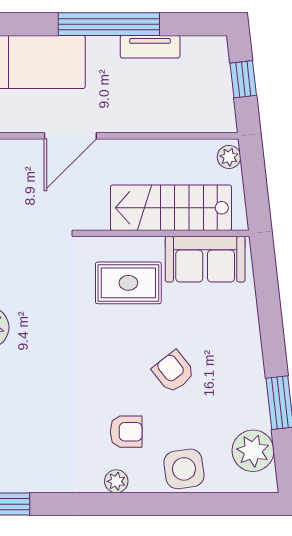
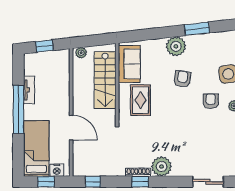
armchair: (173, 372) -> (182, 79), turned 136
plant: (253, 451) -> (176, 46), moved

